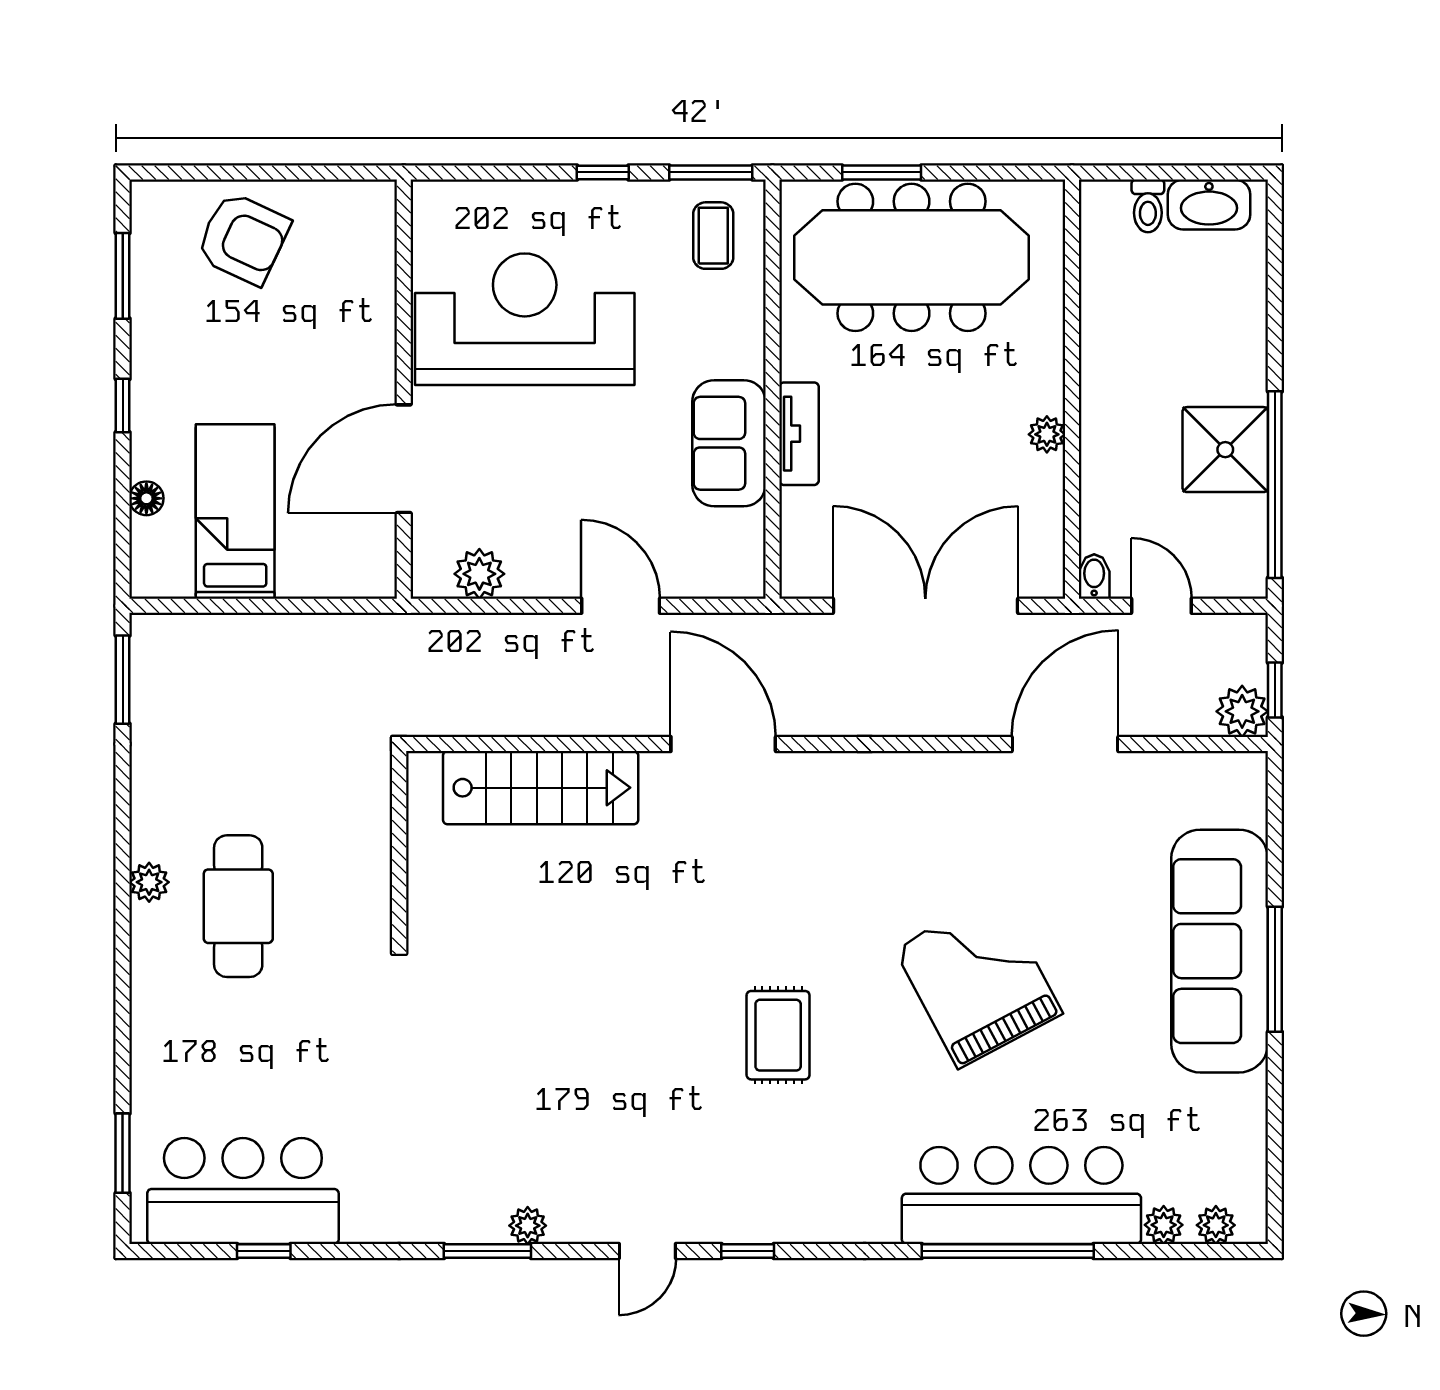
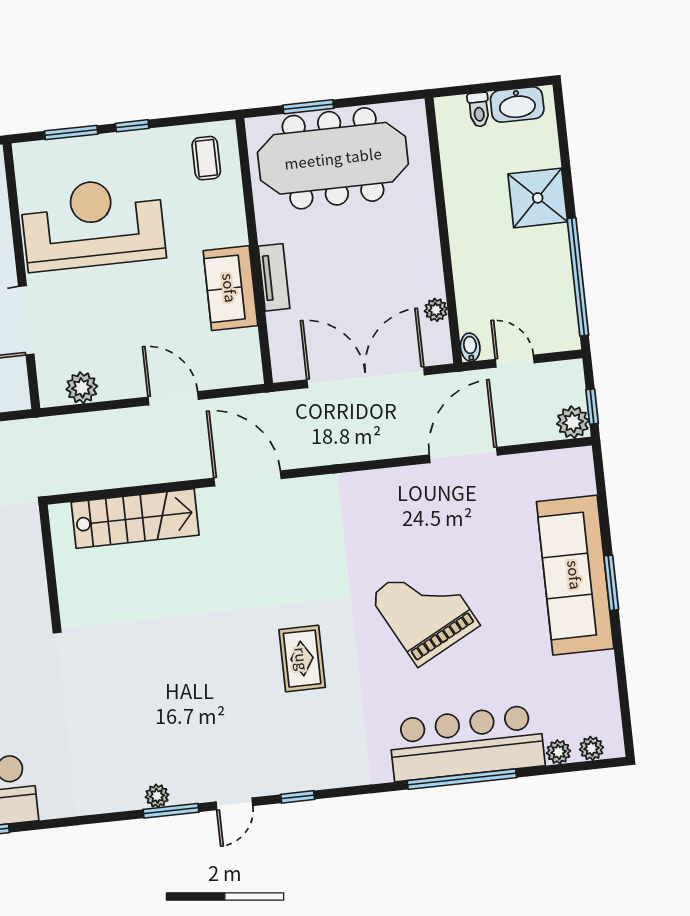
window: (711, 172) -> (71, 132), moved
plant: (1047, 434) -> (436, 310), moved
shower: (1225, 450) -> (538, 198), moved
window: (1275, 969) -> (611, 583), width x0.69
window: (487, 1251) -> (171, 811), moved

